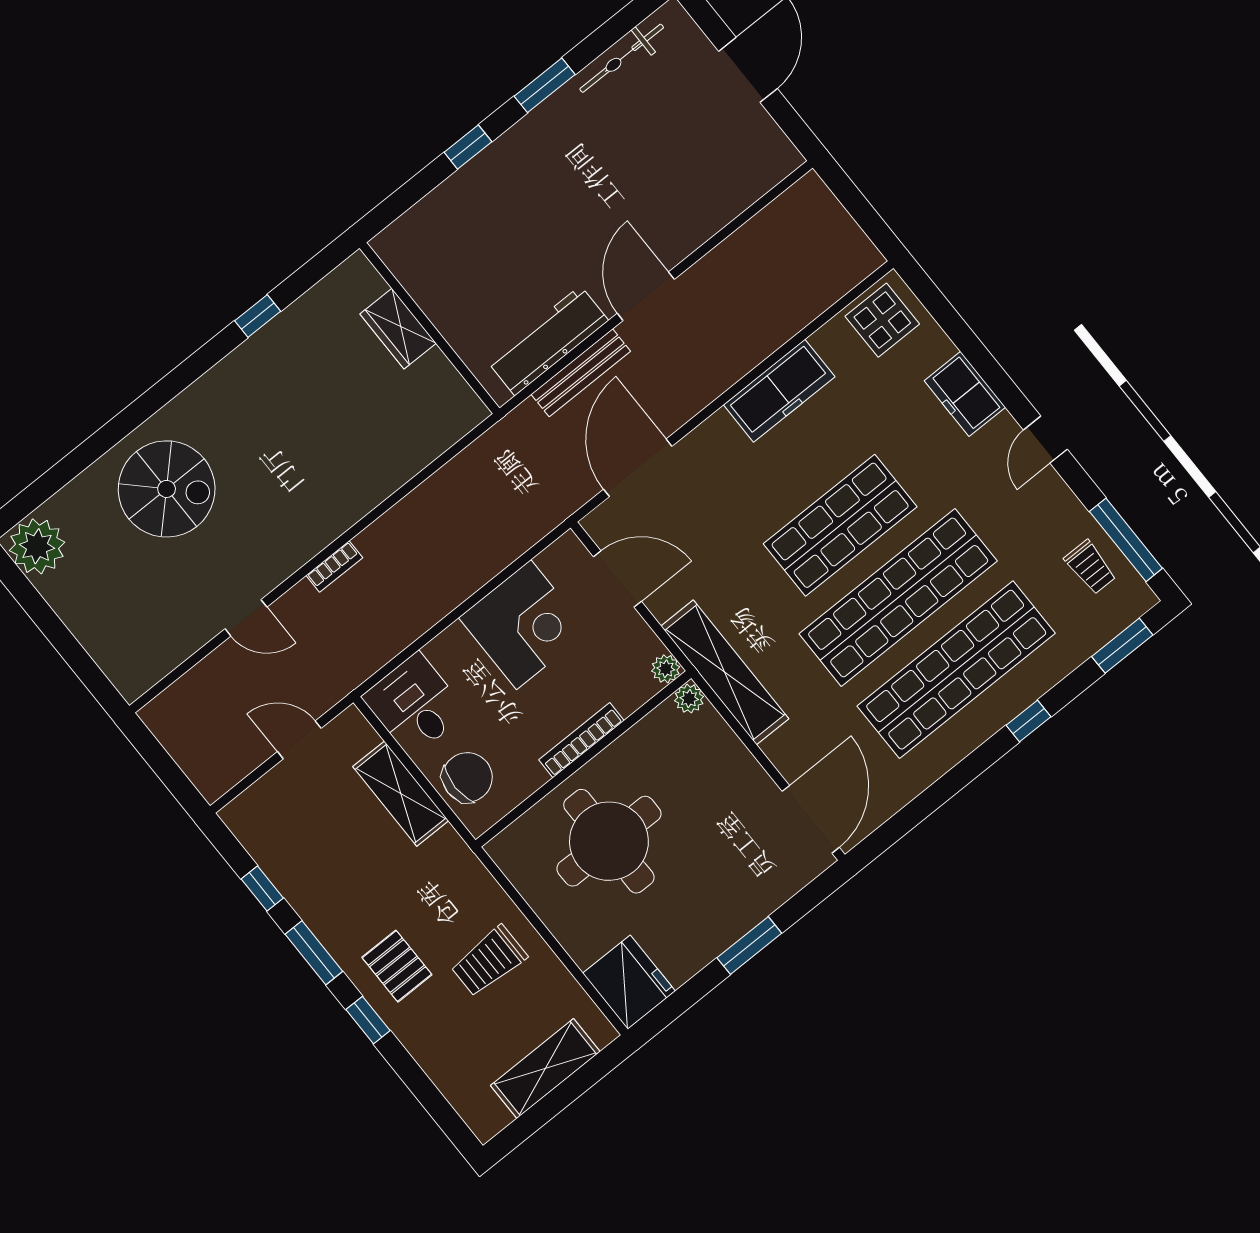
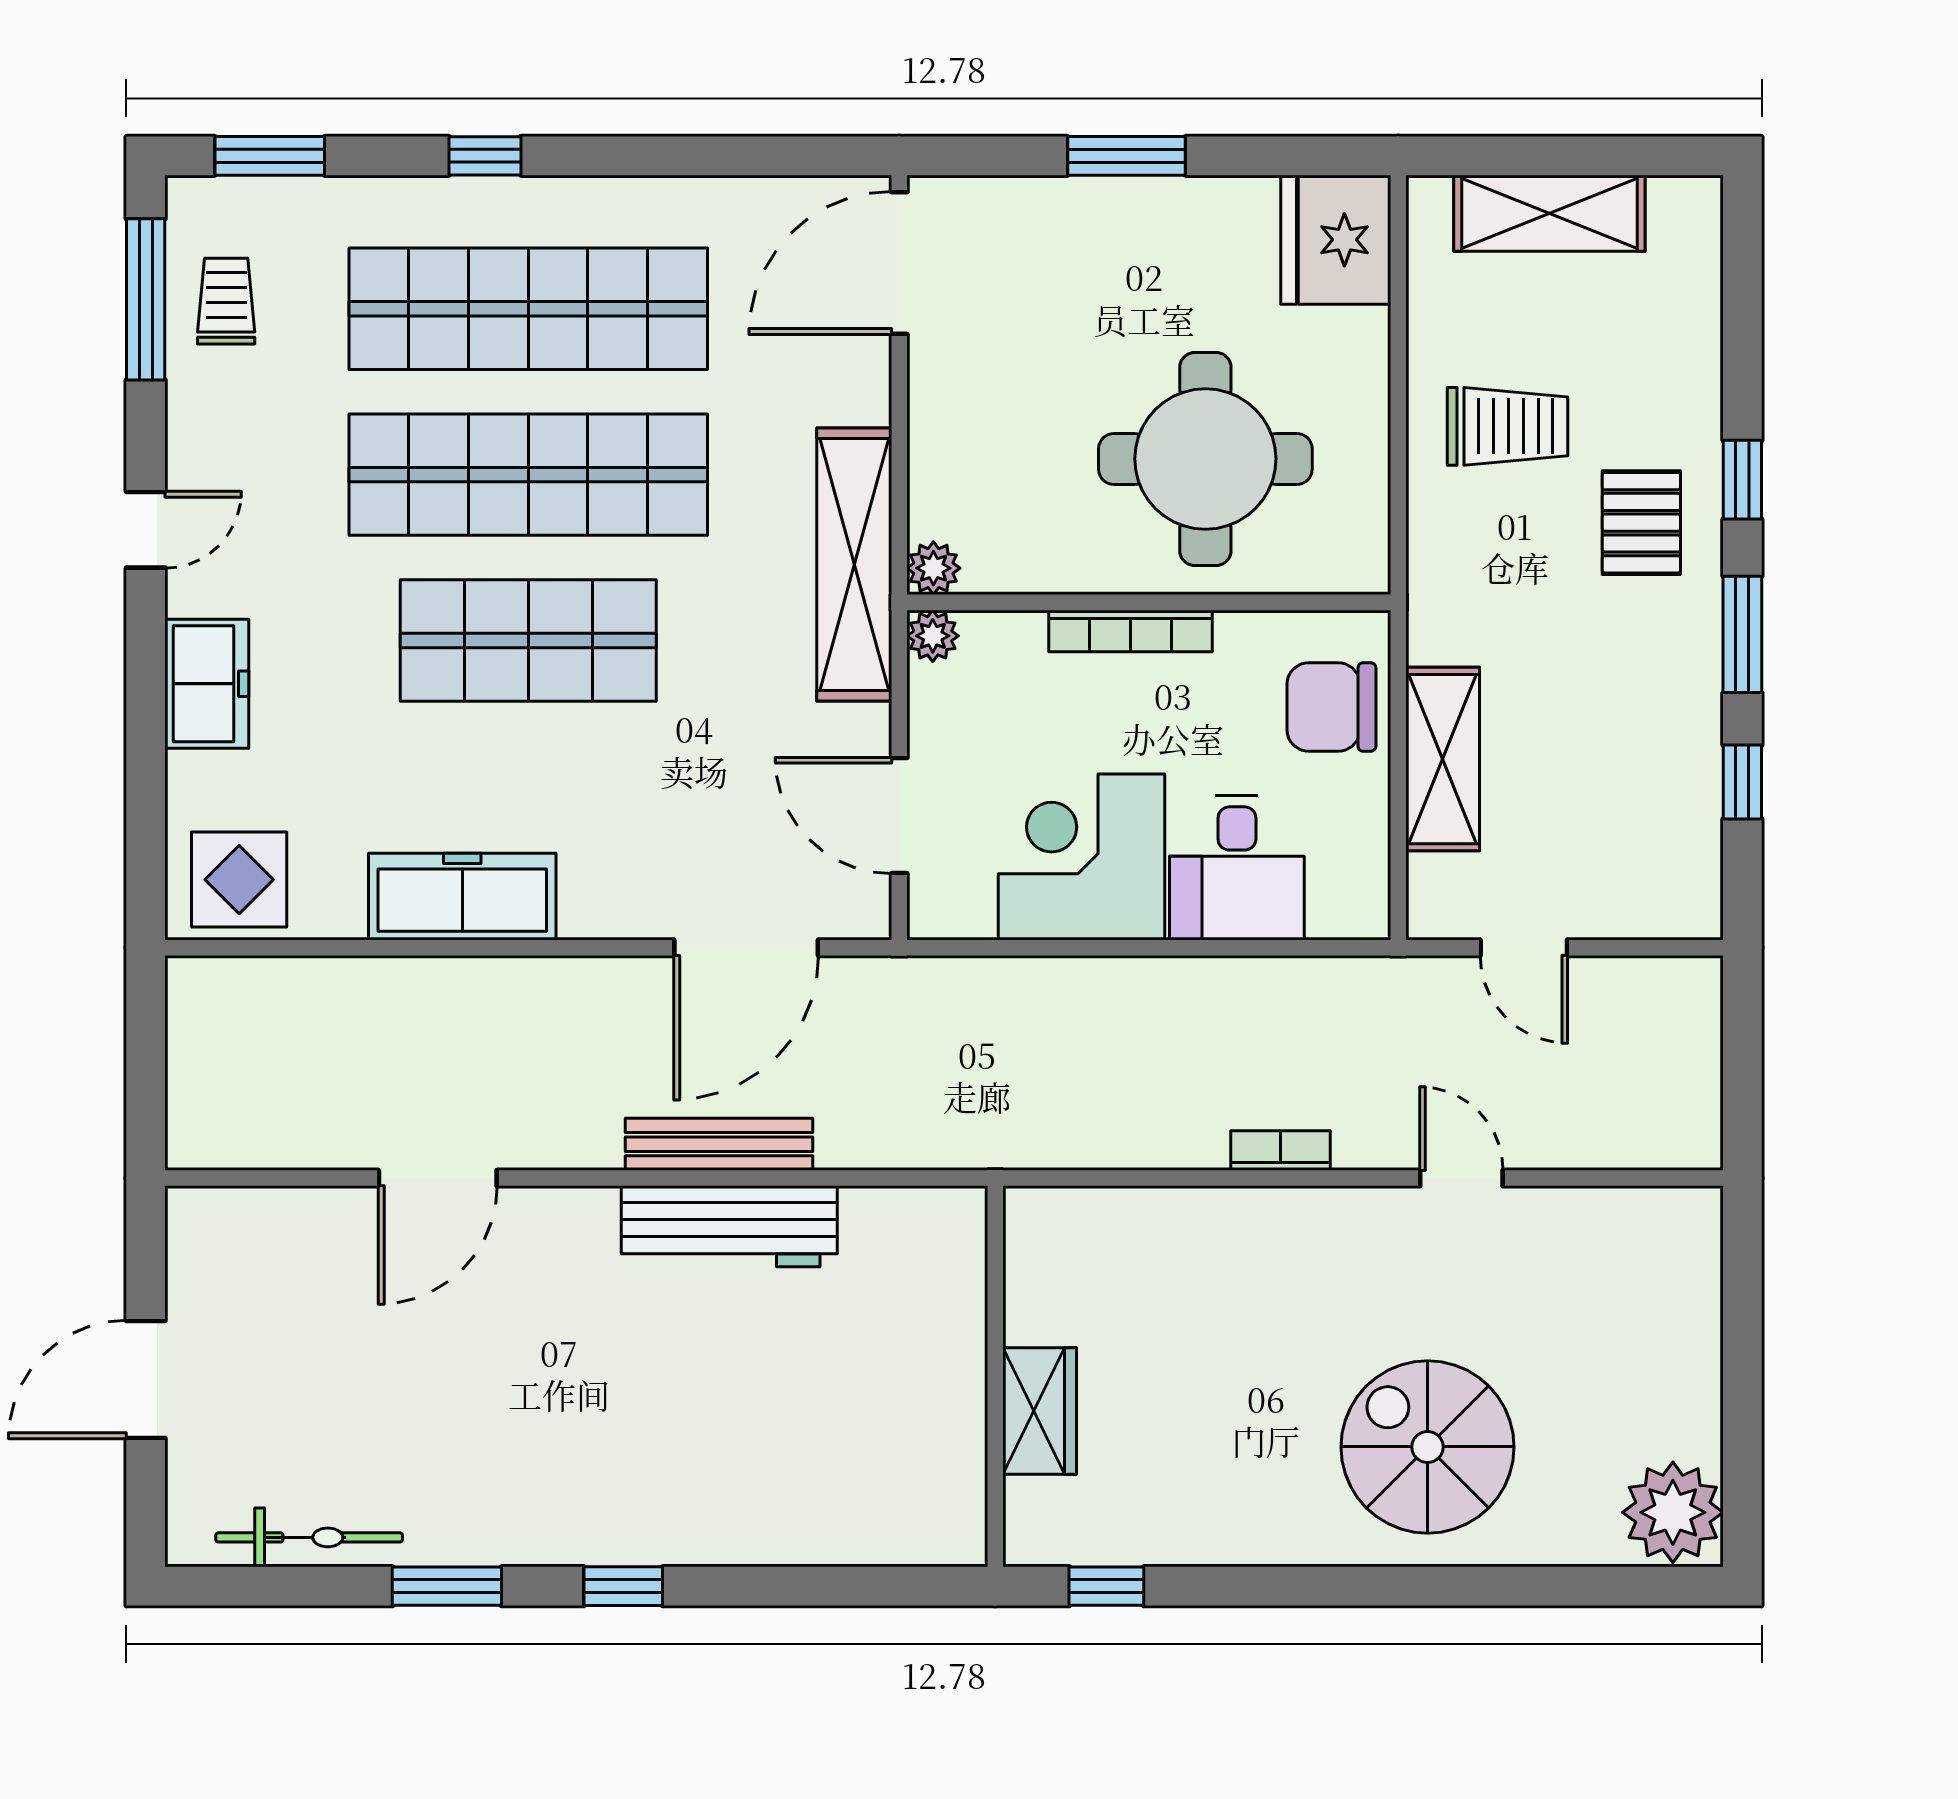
door: (646, 296) -> (438, 1178), moved
wall: (430, 328) -> (995, 1376), moved
wardrobe: (398, 329) -> (1040, 1411), moved
desk: (415, 705) -> (1237, 868), moved

